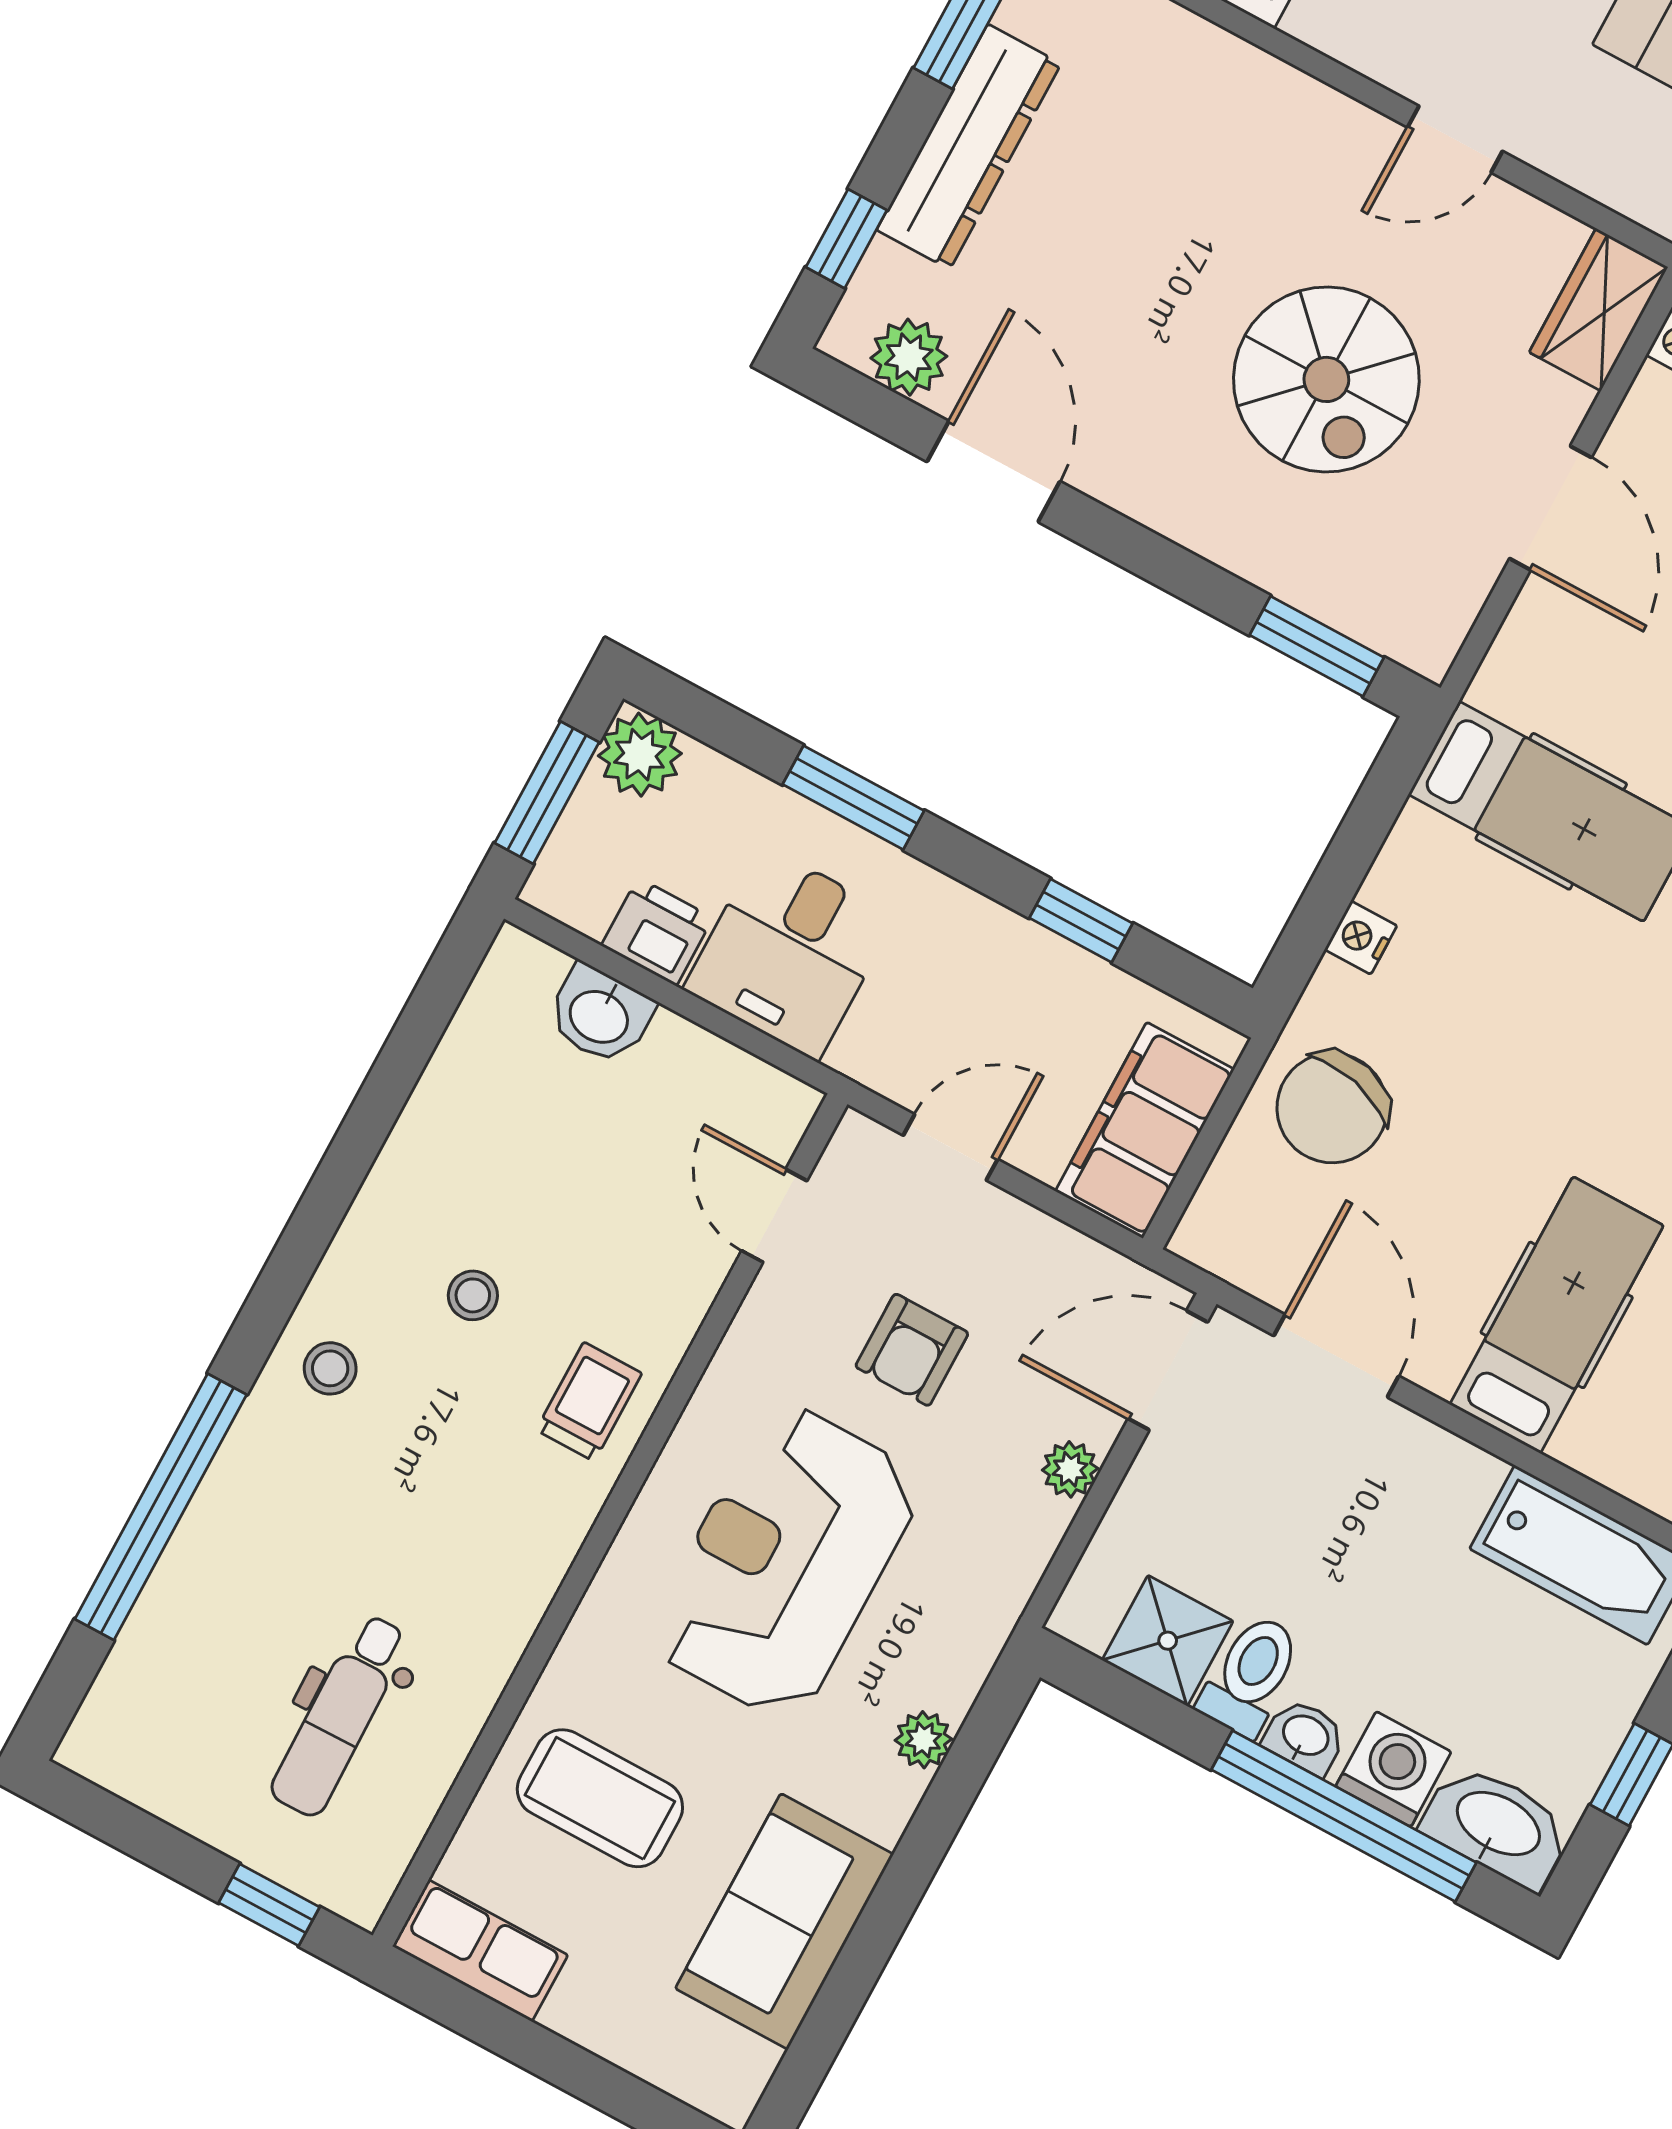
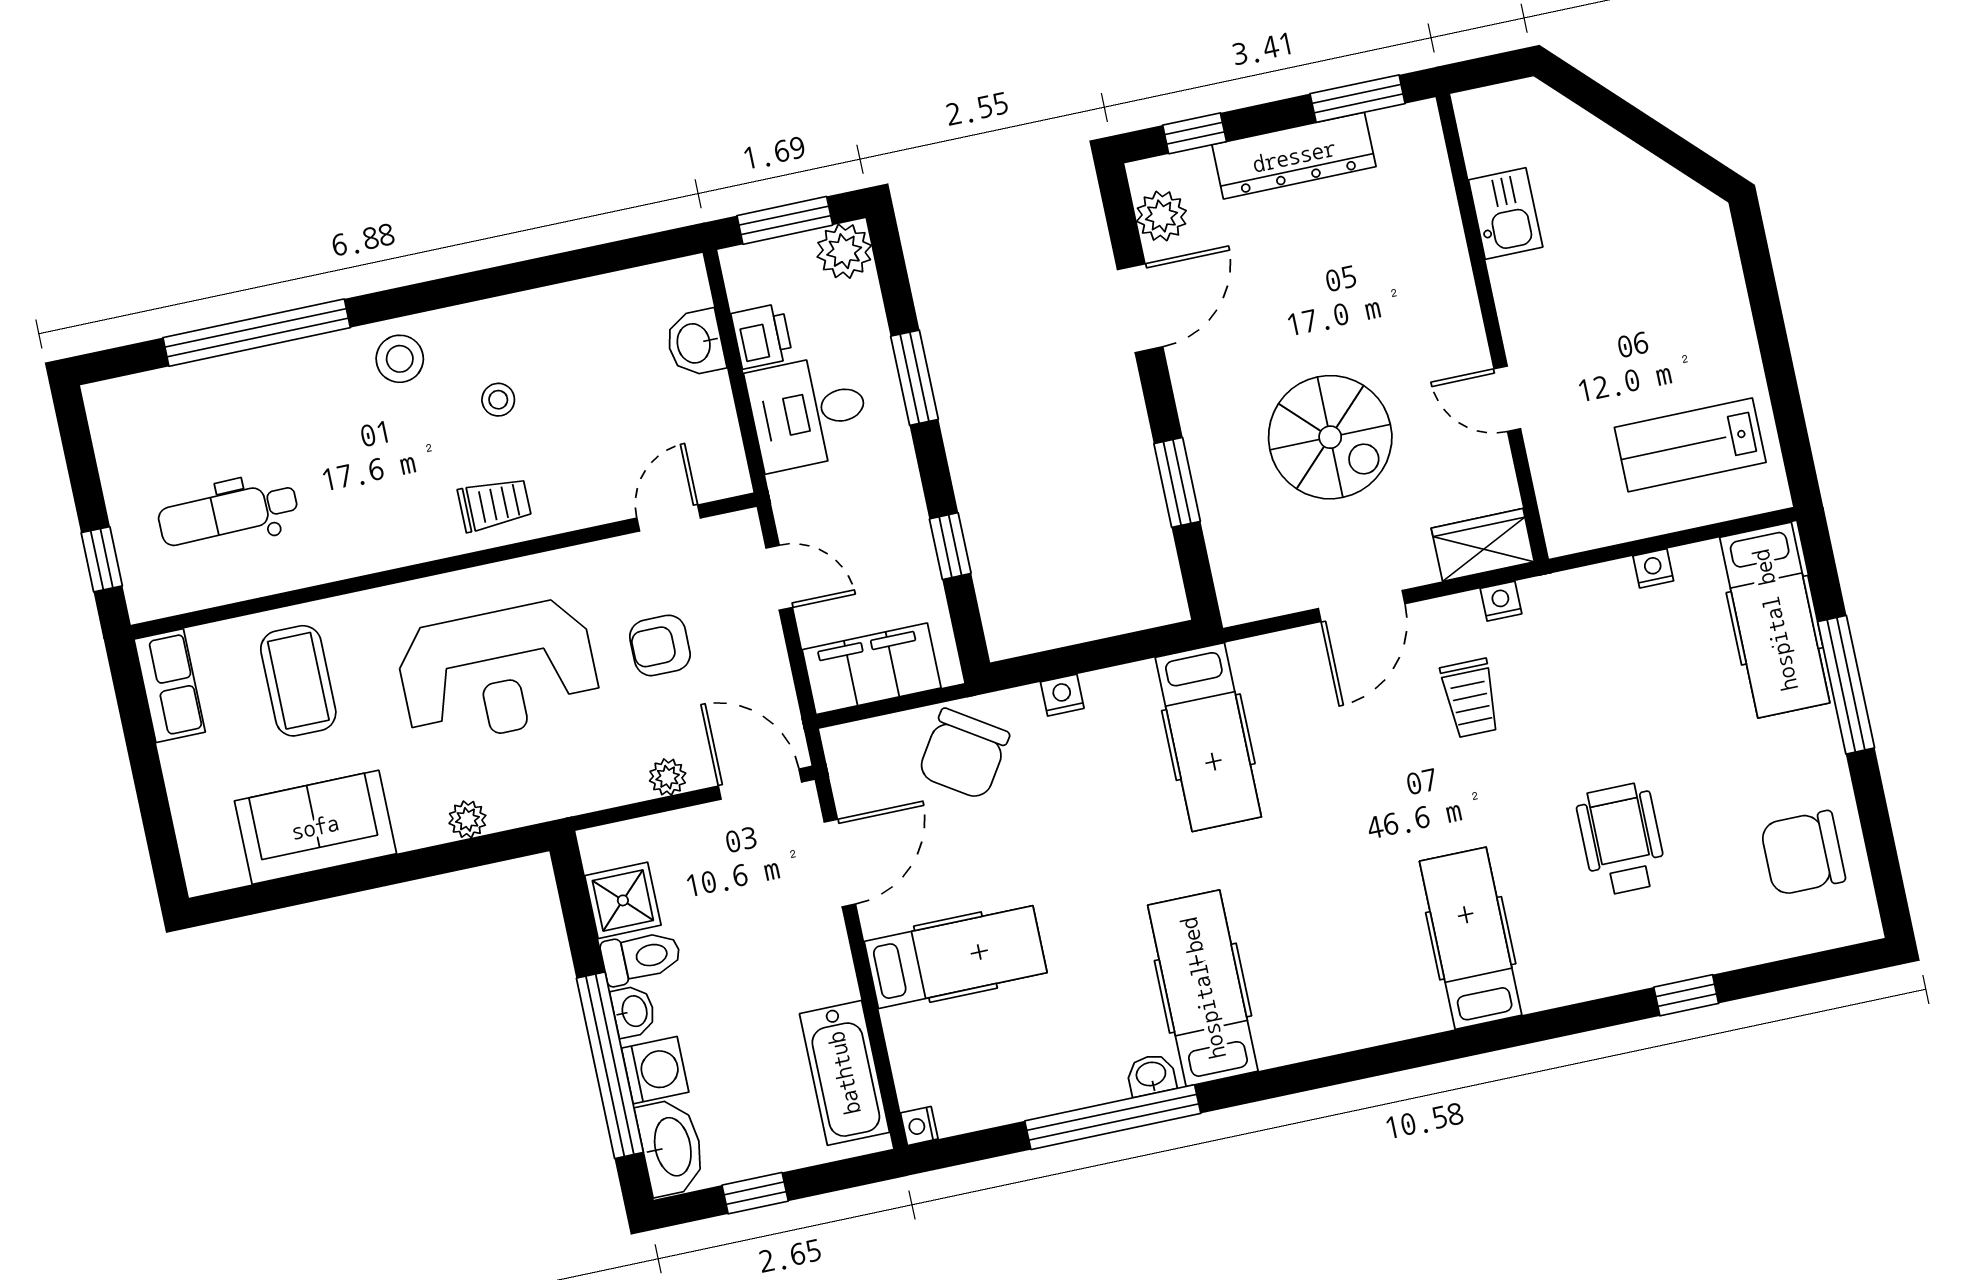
spiral stairs: (1326, 379) -> (1330, 437), turned -90
window: (1317, 646) -> (1177, 482), moved
chair: (1332, 1108) -> (964, 754), turned -71
stool: (330, 1368) -> (400, 359), width x1.37, depth x1.37
reception desk: (785, 1562) -> (498, 672), turned 180

